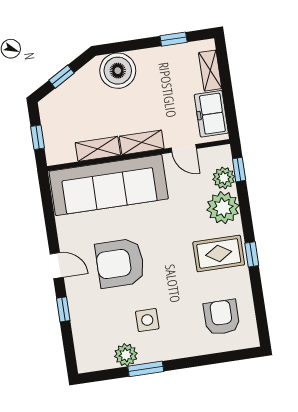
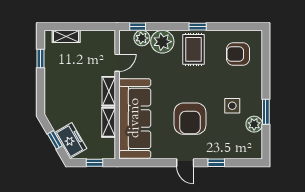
boiler: (118, 71) -> (57, 100), removed
freezer: (211, 114) -> (71, 140), moved, turned -120
door: (57, 266) -> (185, 163), swing flipped

